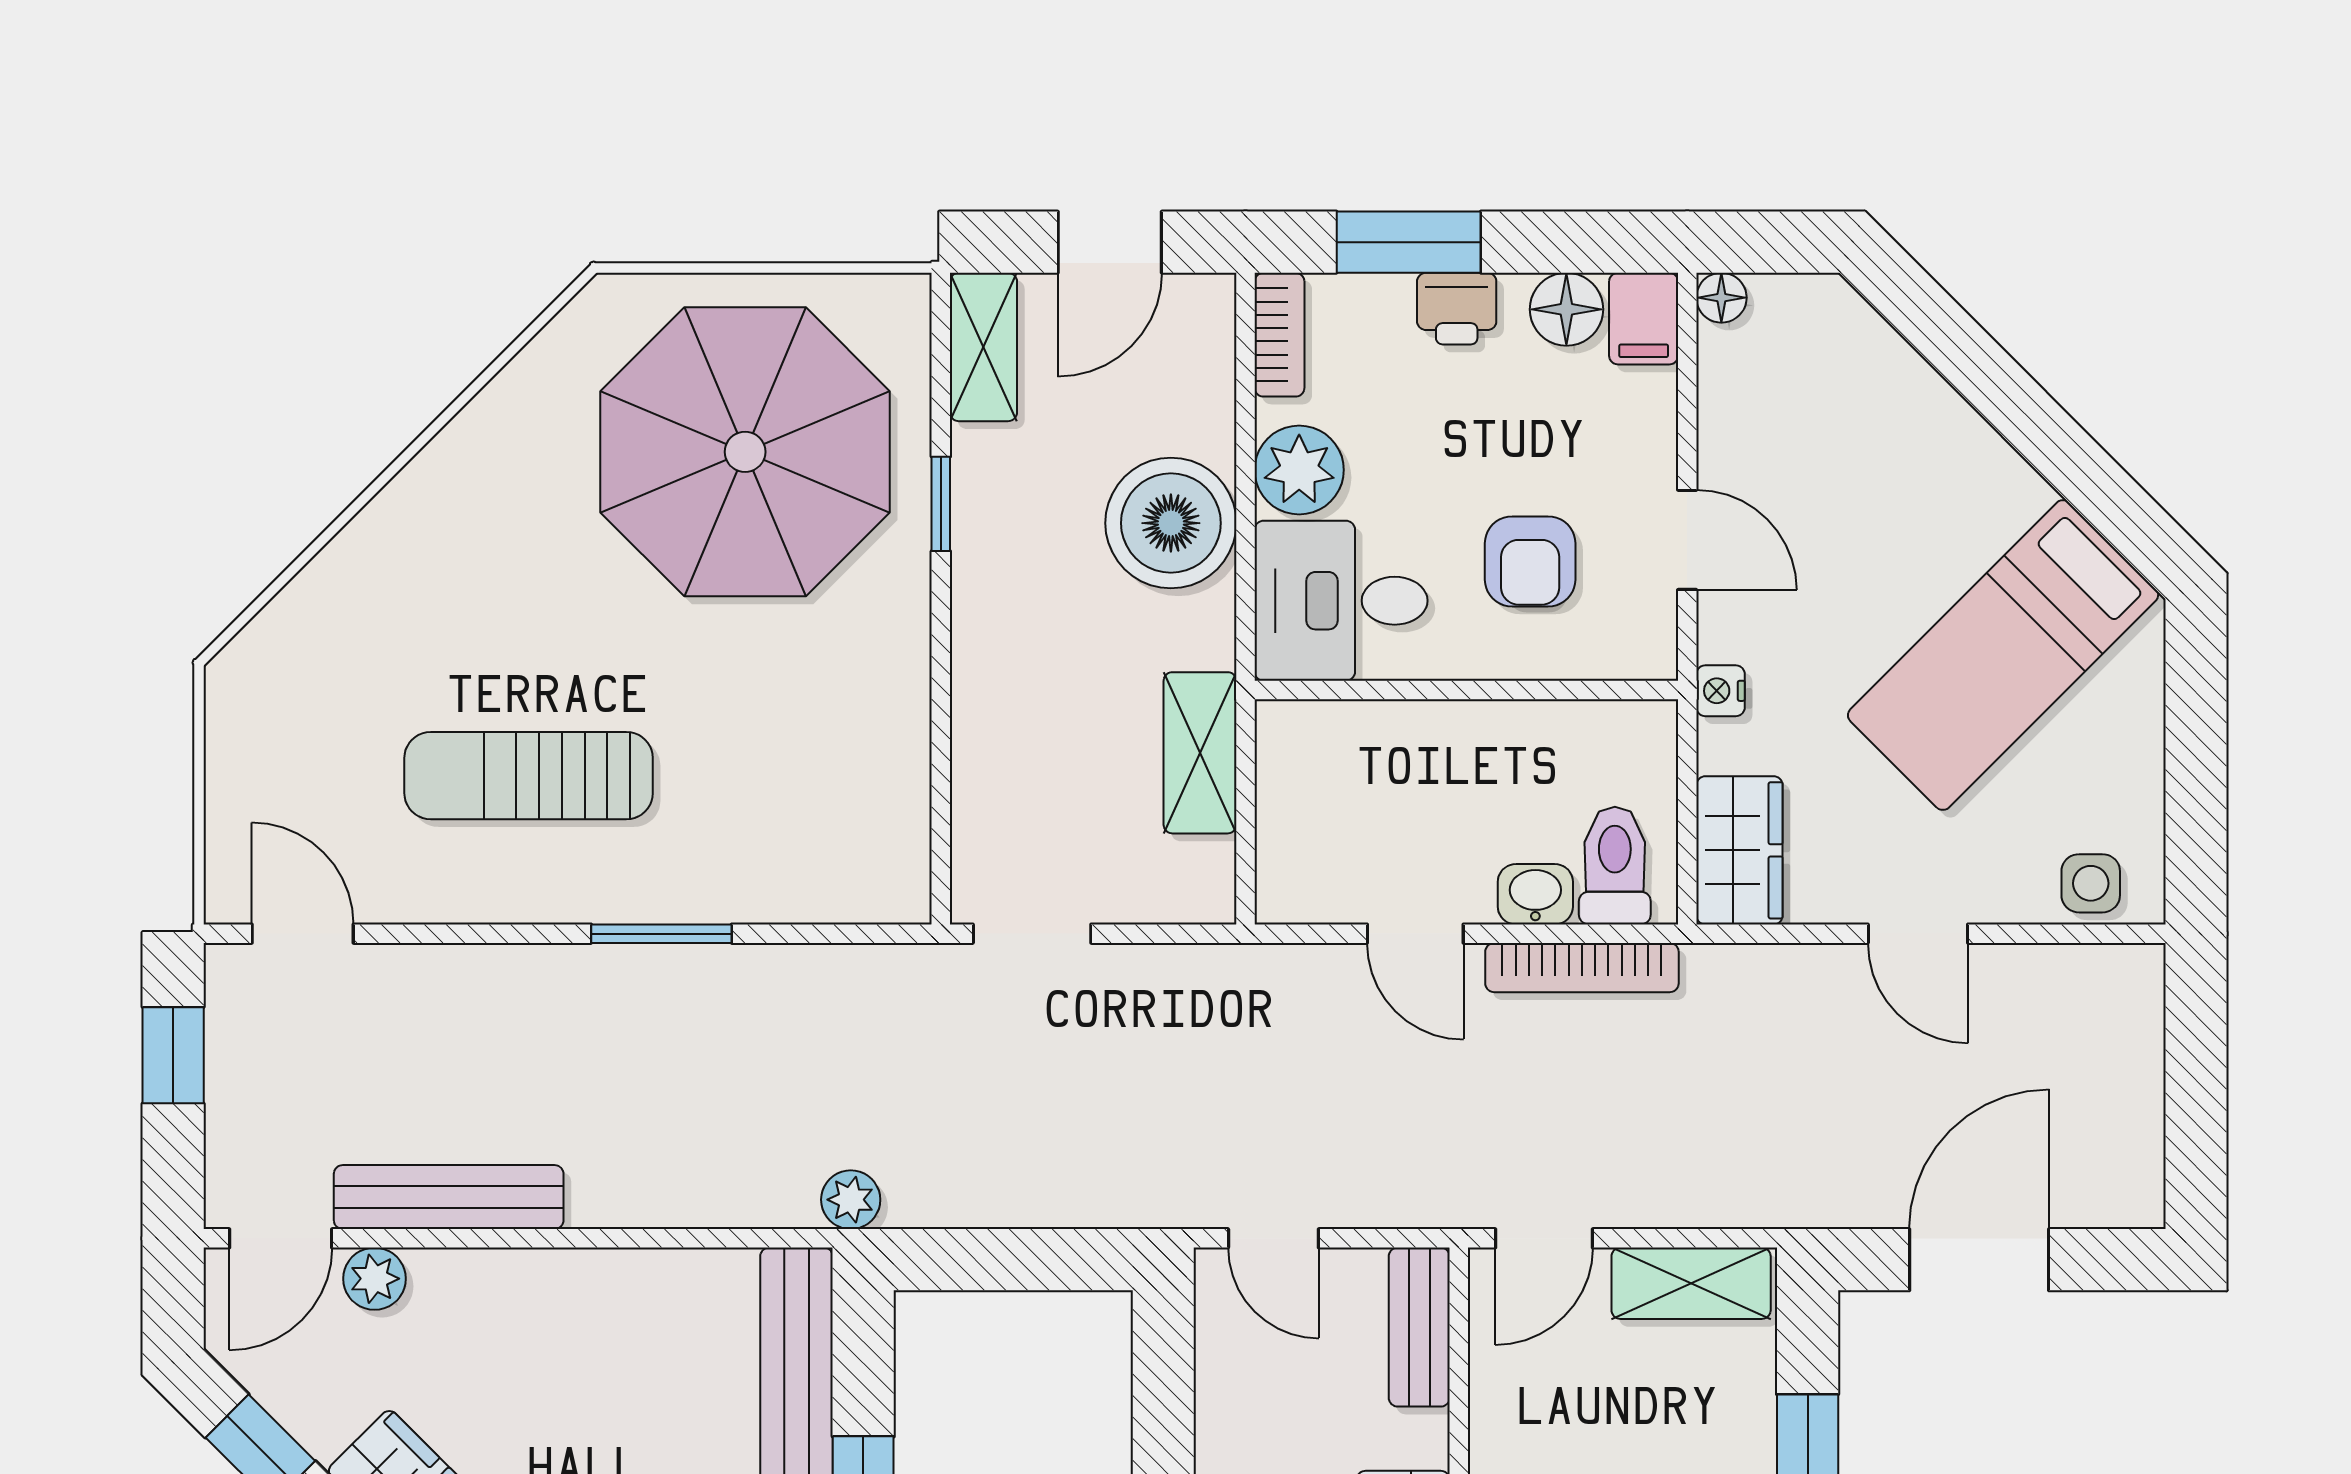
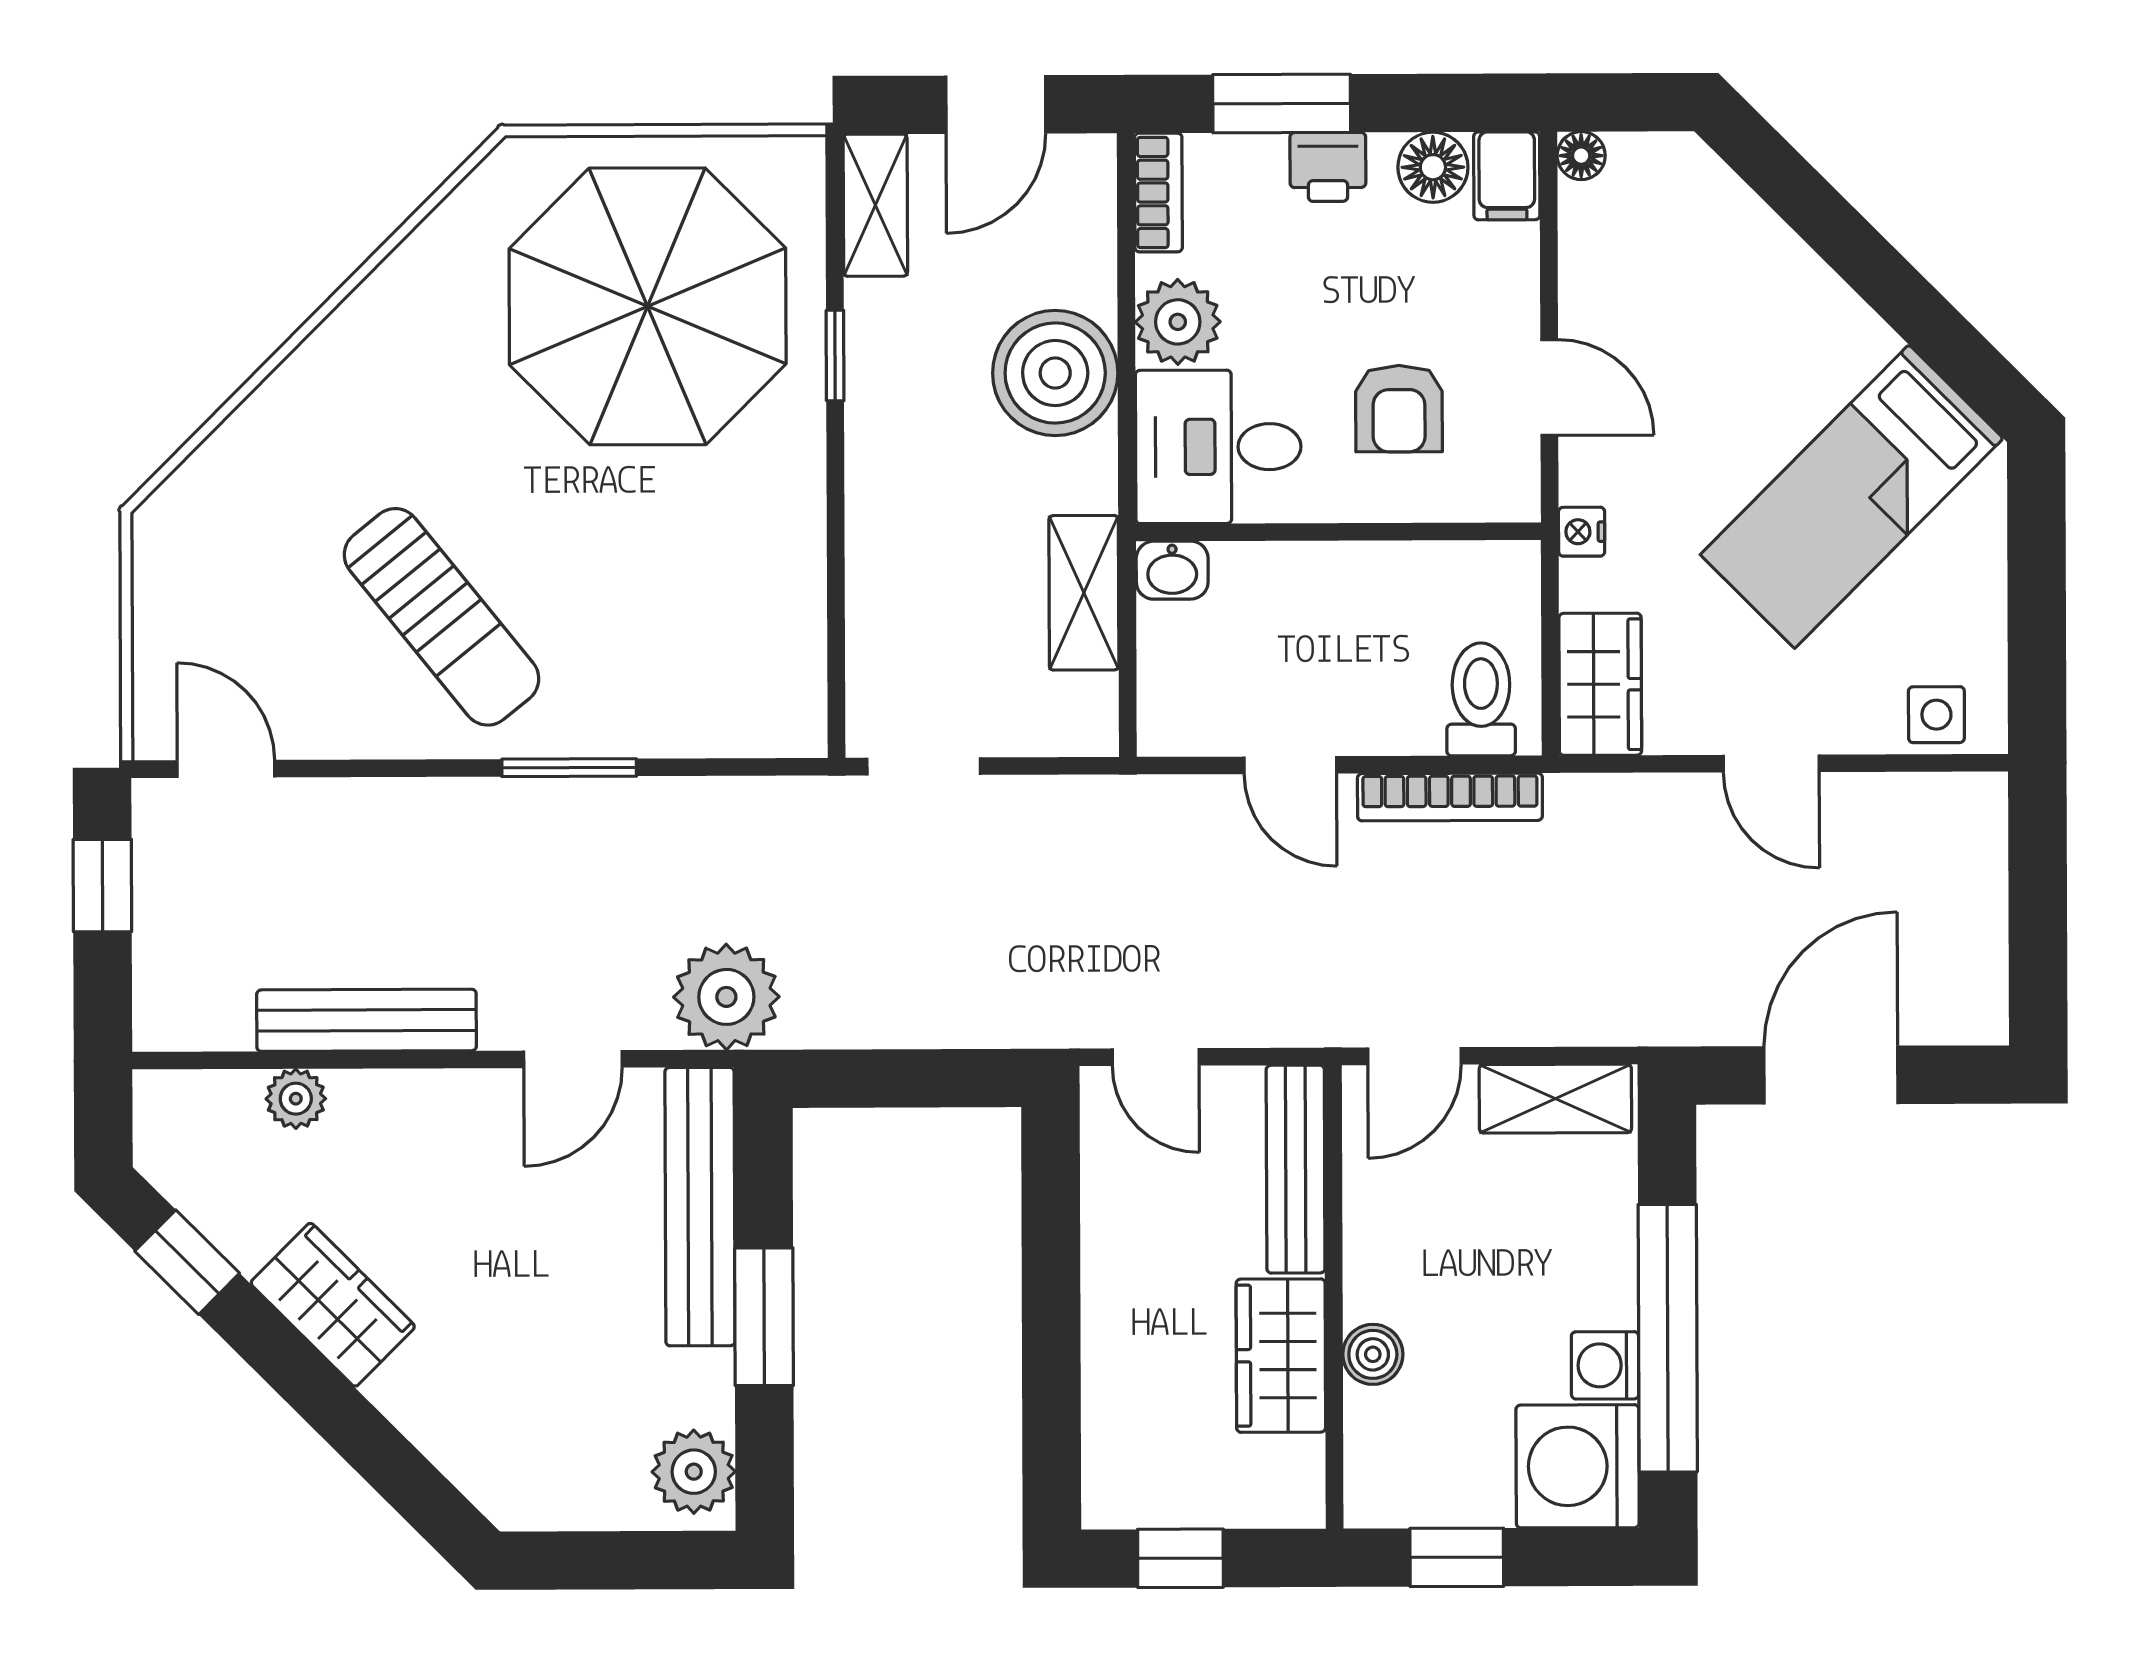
sun lounger: (529, 776) -> (442, 617), turned -129
washbasin: (1535, 894) -> (1172, 570), moved, turned 180
plant: (851, 1200) -> (726, 997), width x1.87, depth x1.87
door: (281, 1238) -> (573, 1059), moved
bench: (1419, 1327) -> (1296, 1169), width x1.36

